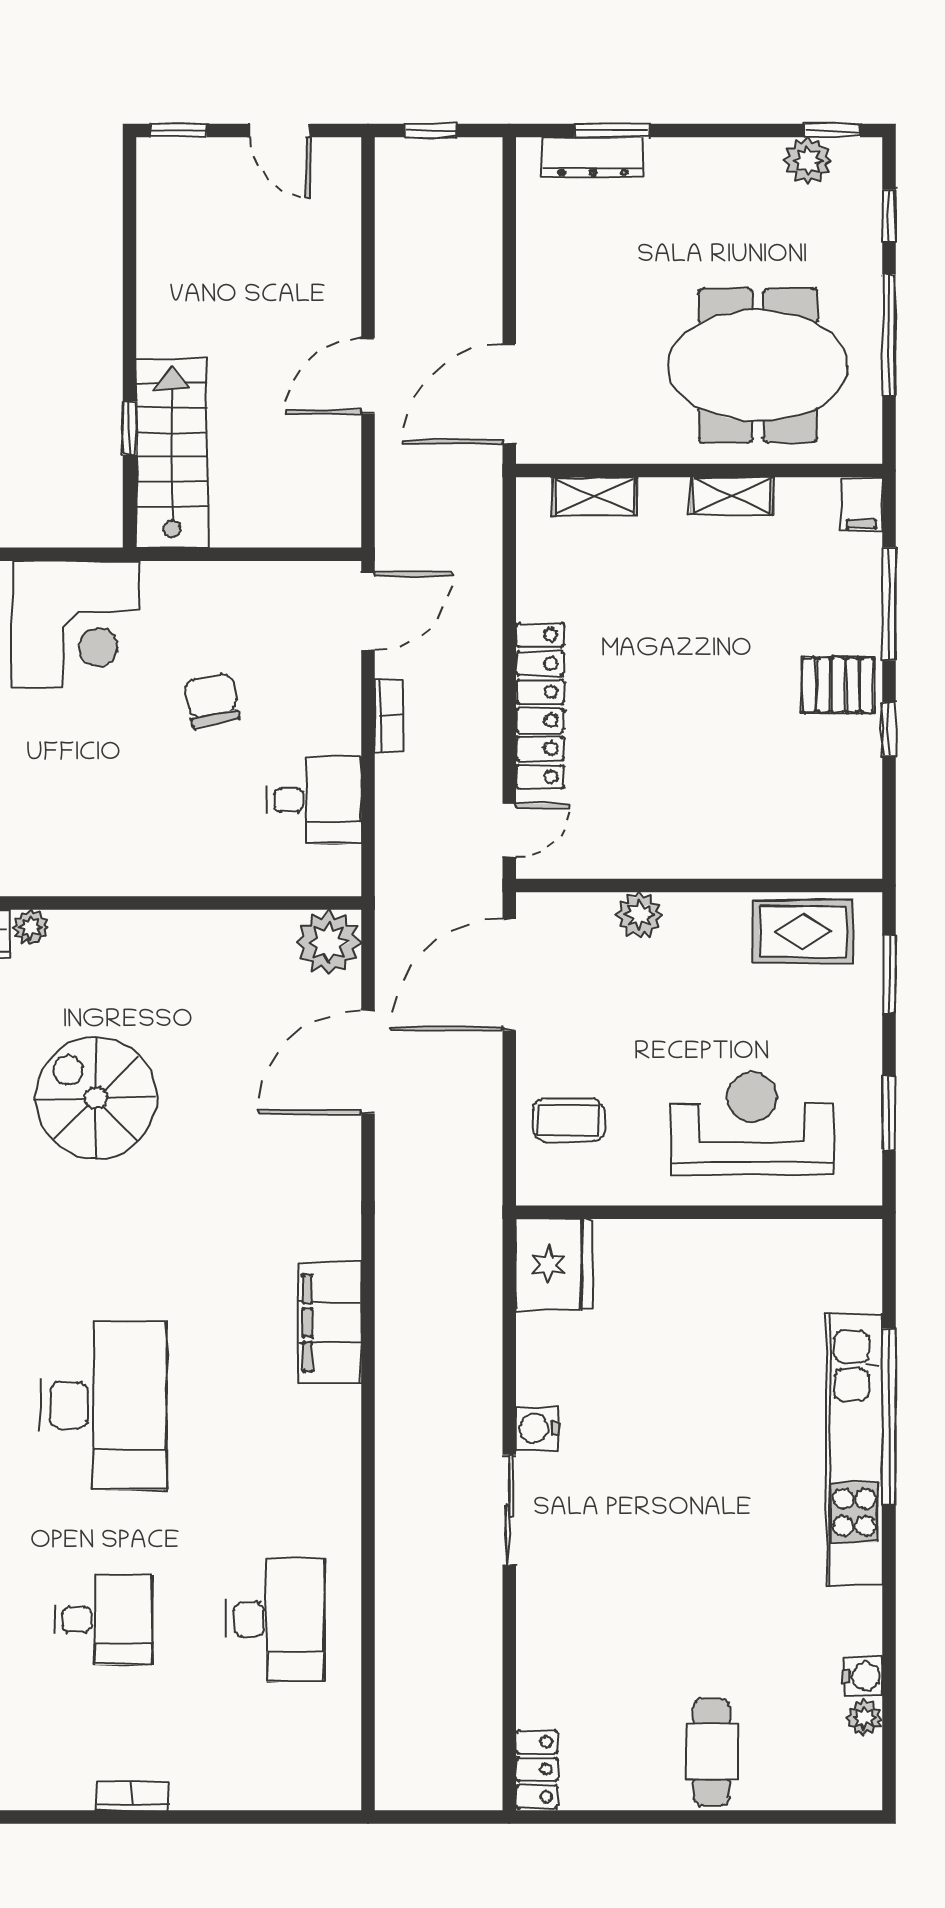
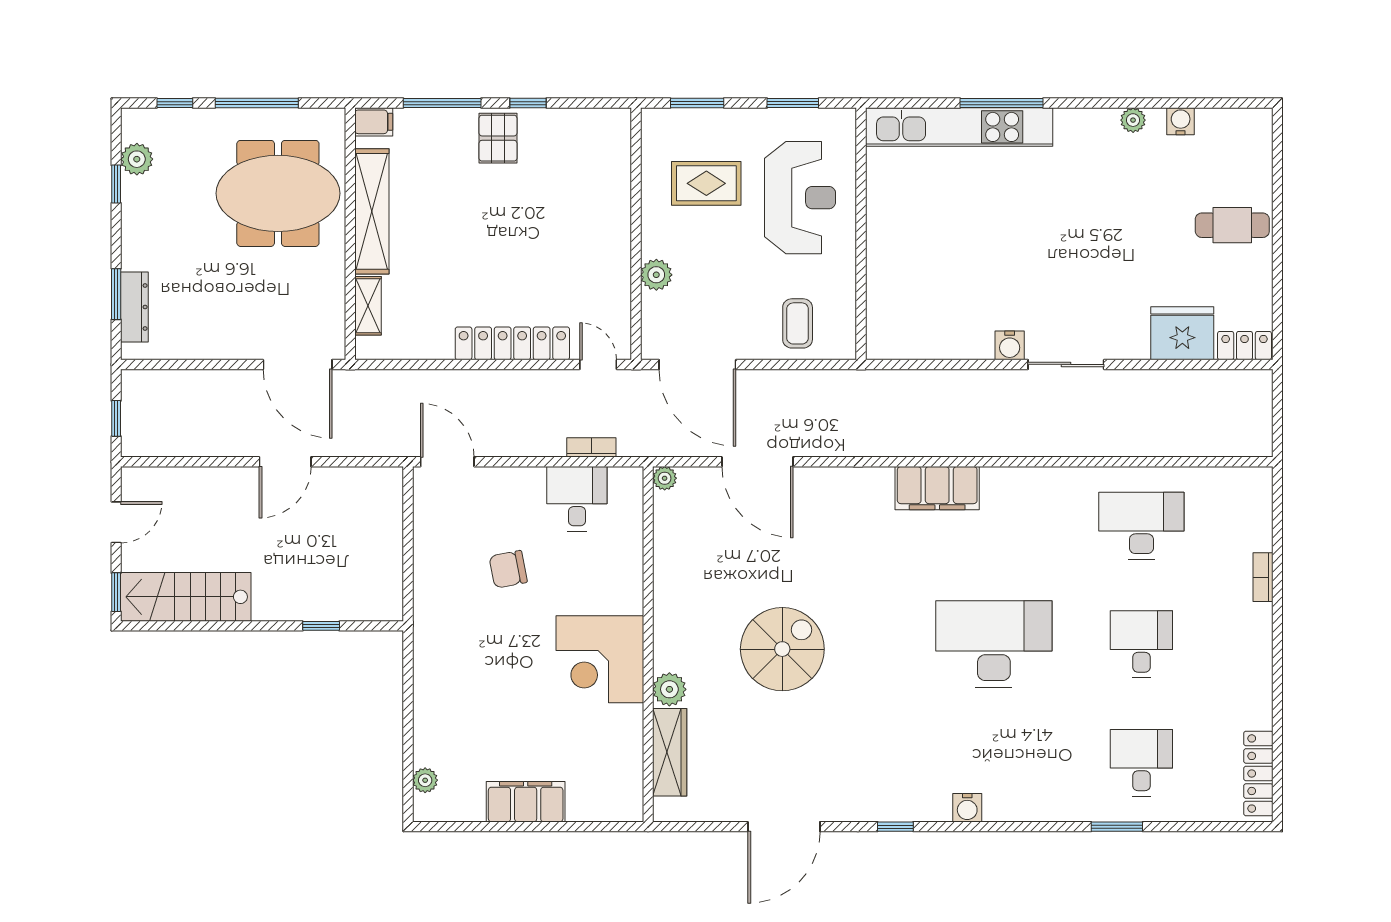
window: (833, 130) -> (116, 184), moved
meeting table: (758, 365) -> (278, 193), turned 90
door: (368, 376) -> (285, 462), hinge flipped
stairs: (172, 453) -> (186, 597), moved
shelving: (732, 496) -> (372, 211), width x2.20, depth x1.33
corner desk: (75, 624) -> (600, 659), moved, turned 180
bookcase: (389, 715) -> (591, 447), moved
plant: (31, 927) -> (669, 689), width x1.38, depth x1.38
rug: (803, 932) -> (706, 183), moved, turned 90
plant: (329, 942) -> (665, 478), width x0.53, depth x0.53
spiral stairs: (96, 1098) -> (782, 649), turned 180
reception desk: (752, 1124) -> (800, 198), turned 180
fridge: (555, 1264) -> (1182, 333), moved
window: (889, 1416) -> (1002, 103), width x0.68
kitchen unit: (854, 1450) -> (959, 127), moved
plant: (864, 1718) -> (1133, 120), moved
bookcase: (132, 1796) -> (1263, 577), moved

